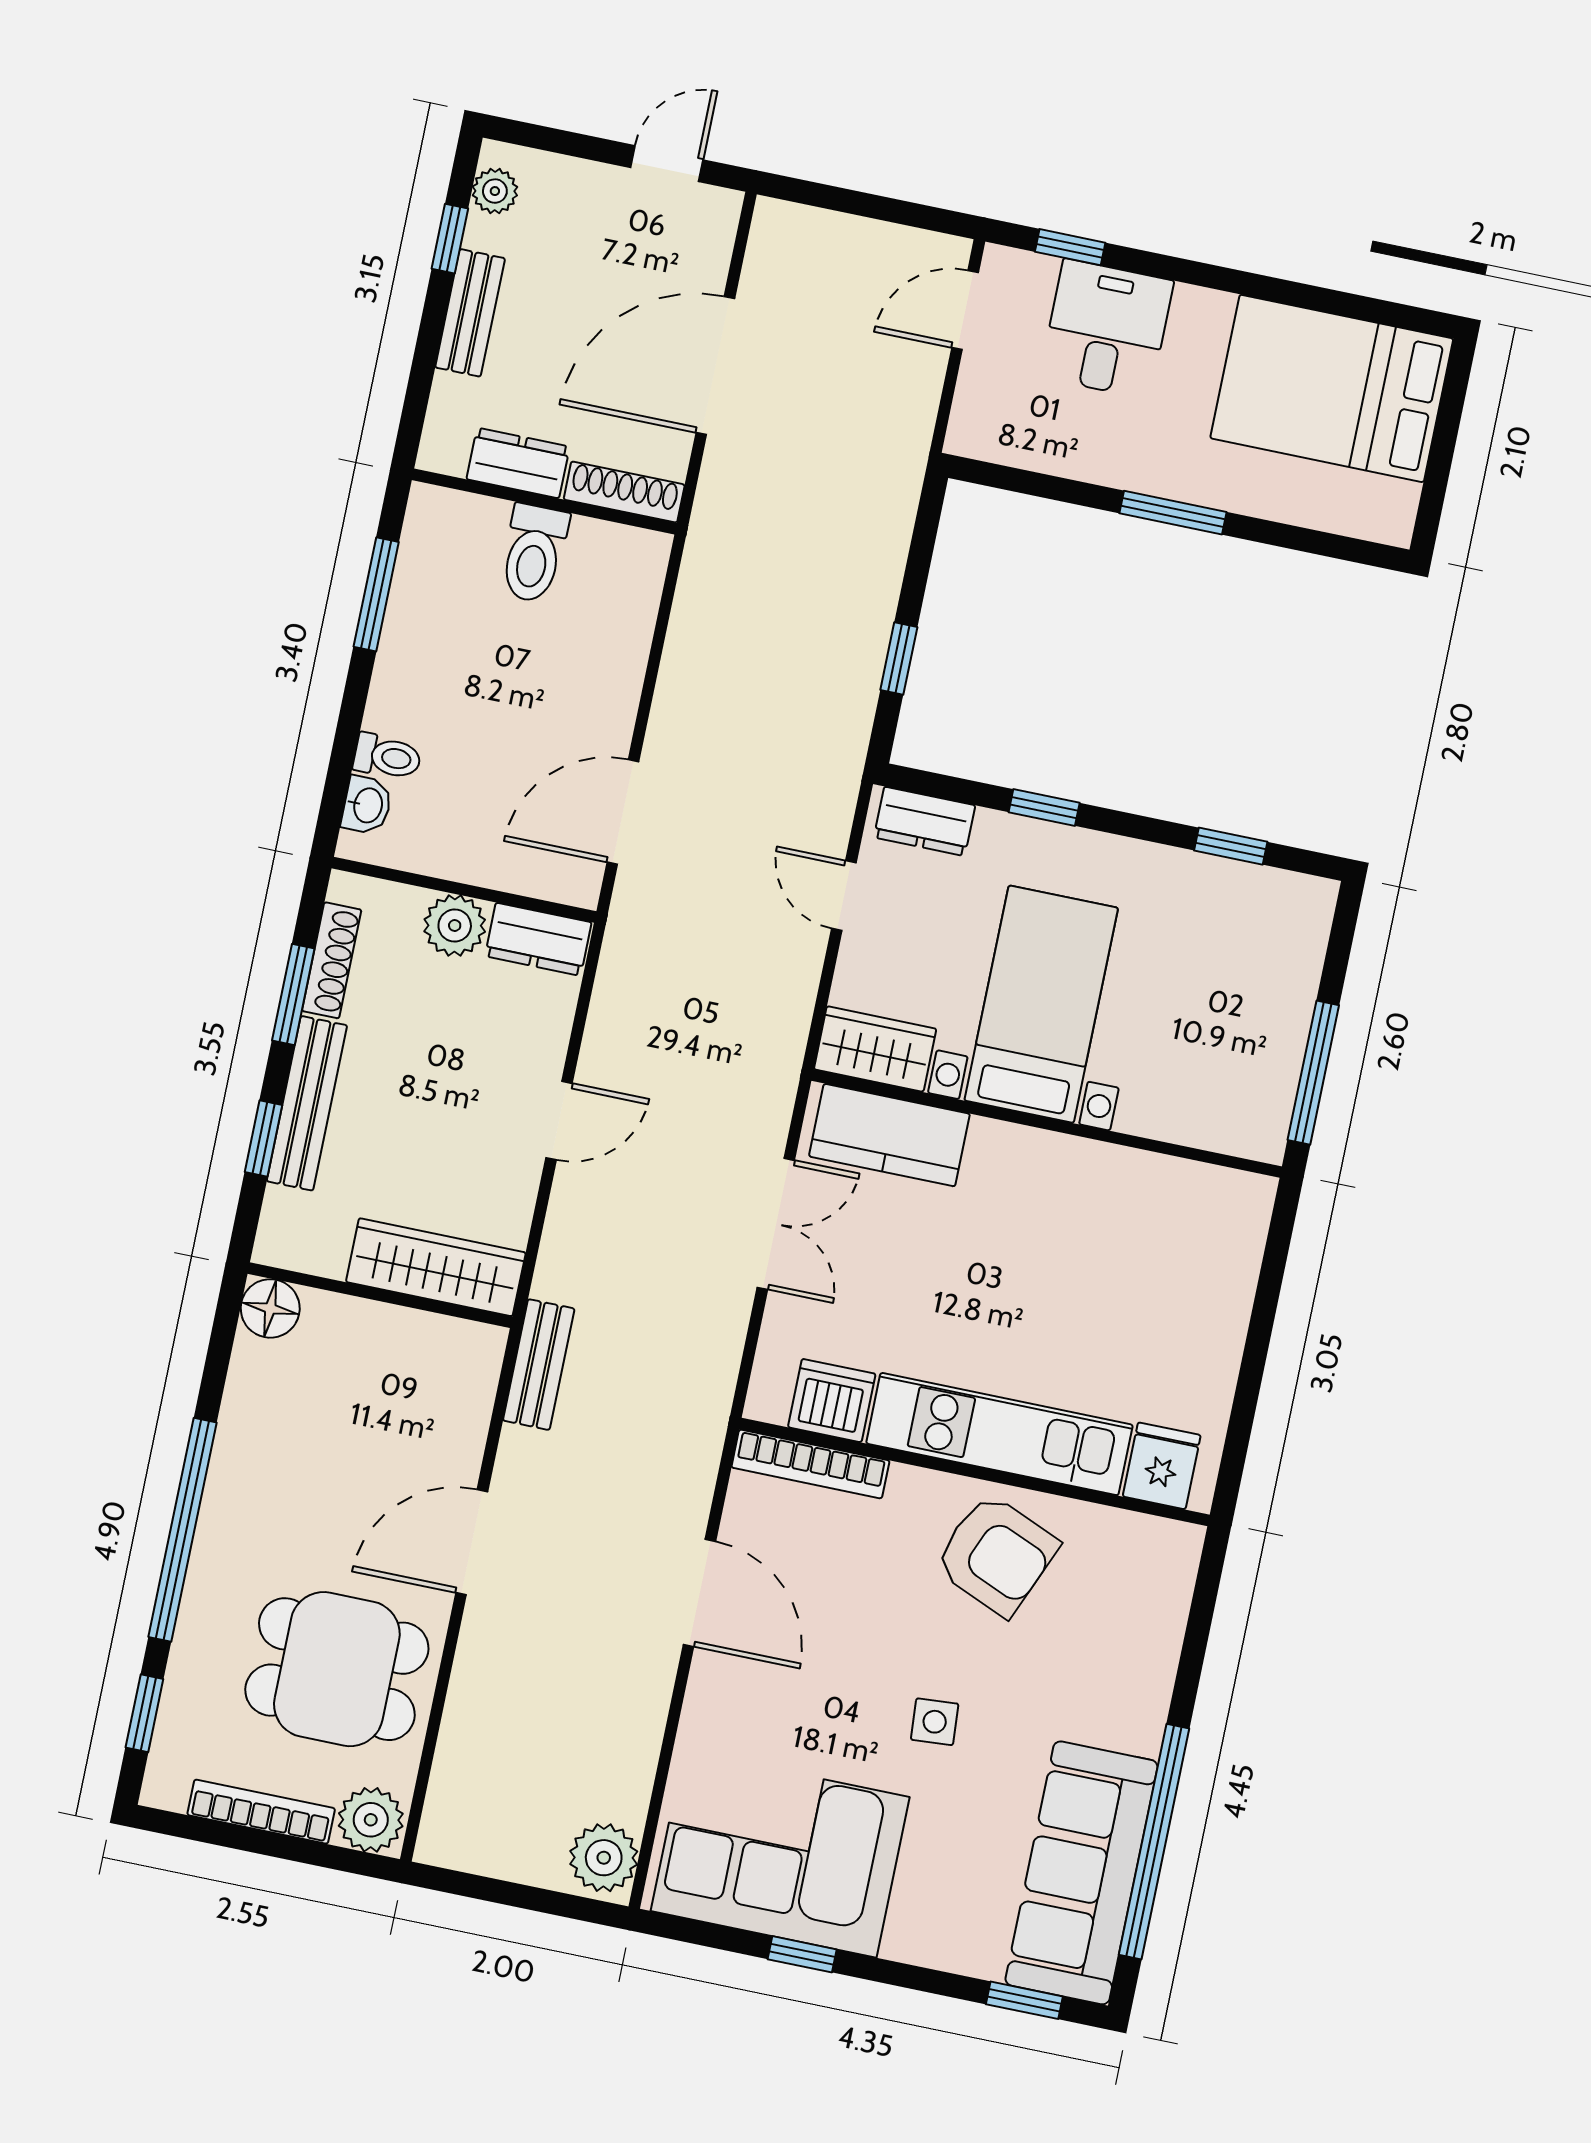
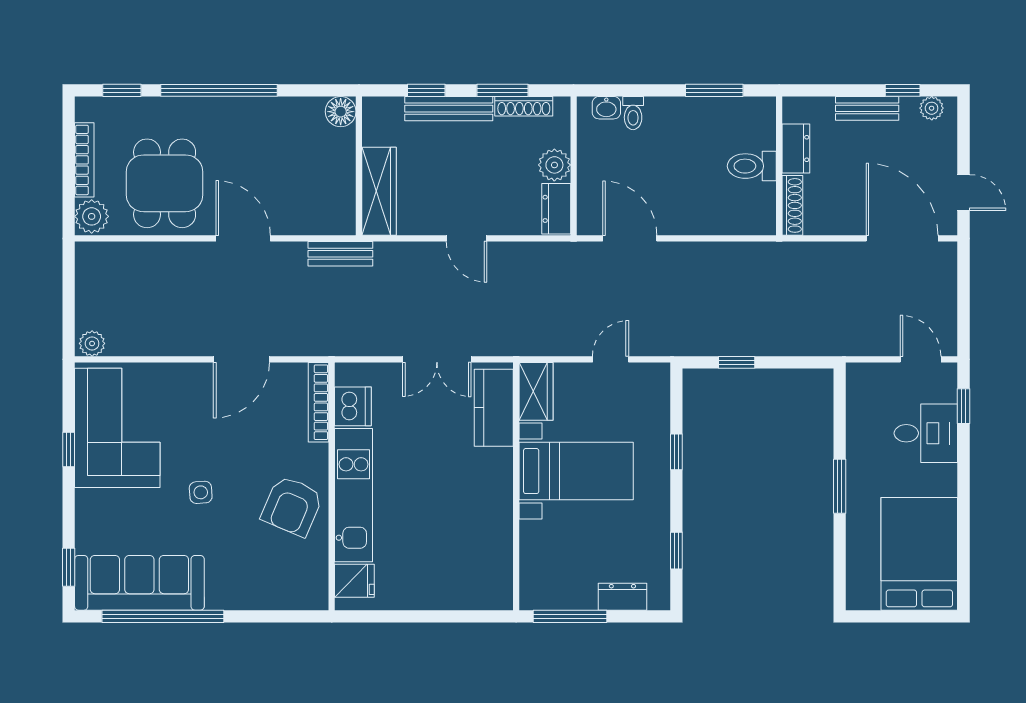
door: (715, 366) -> (902, 238), moved
dresser: (924, 821) -> (622, 597), moved, turned 90
plant: (604, 1858) -> (92, 343), width x0.73, depth x0.73

